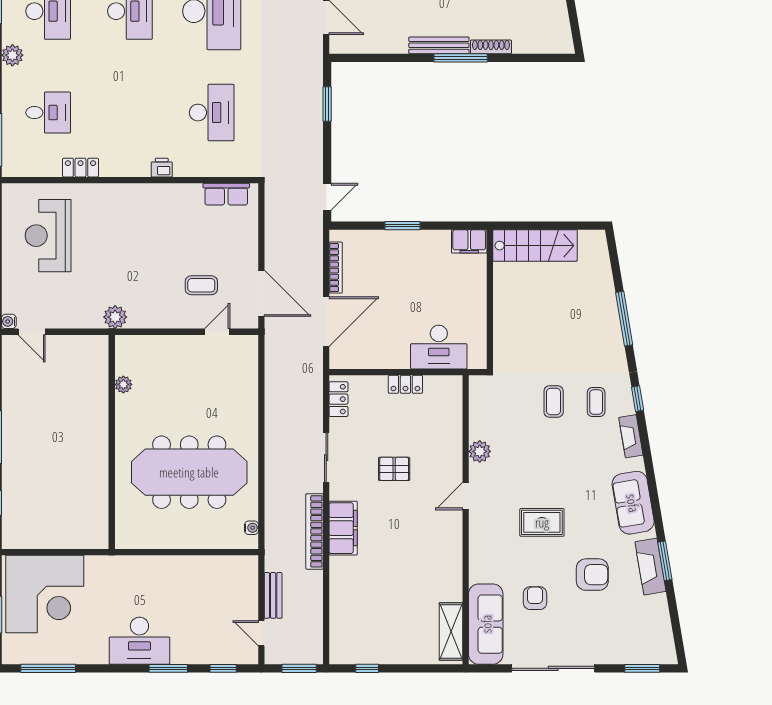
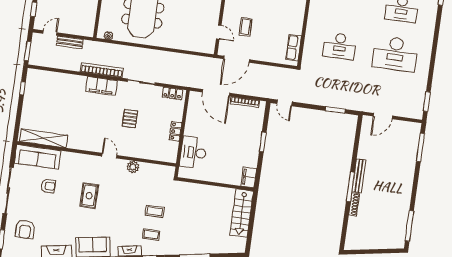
printer: (162, 168) -> (313, 14), removed
armchair: (592, 575) -> (25, 229), moved
shelving: (451, 631) -> (44, 138), width x1.47

